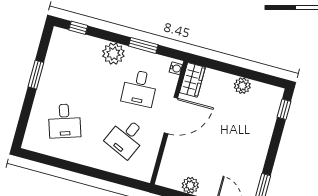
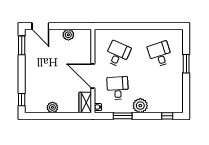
window: (36, 75) -> (186, 64), moved
door: (171, 116) -> (93, 76), hinge flipped

